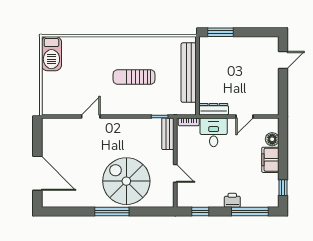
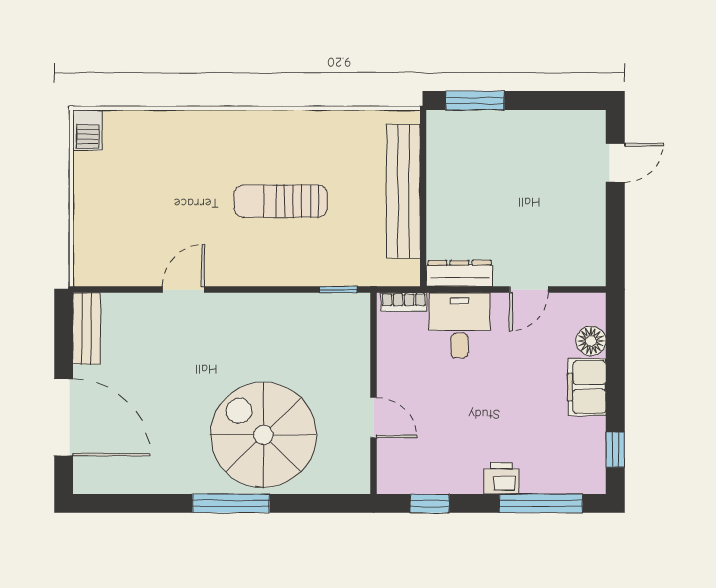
barbecue: (51, 54) -> (88, 130), width x0.53, depth x0.65
bench: (168, 134) -> (87, 329), moved

